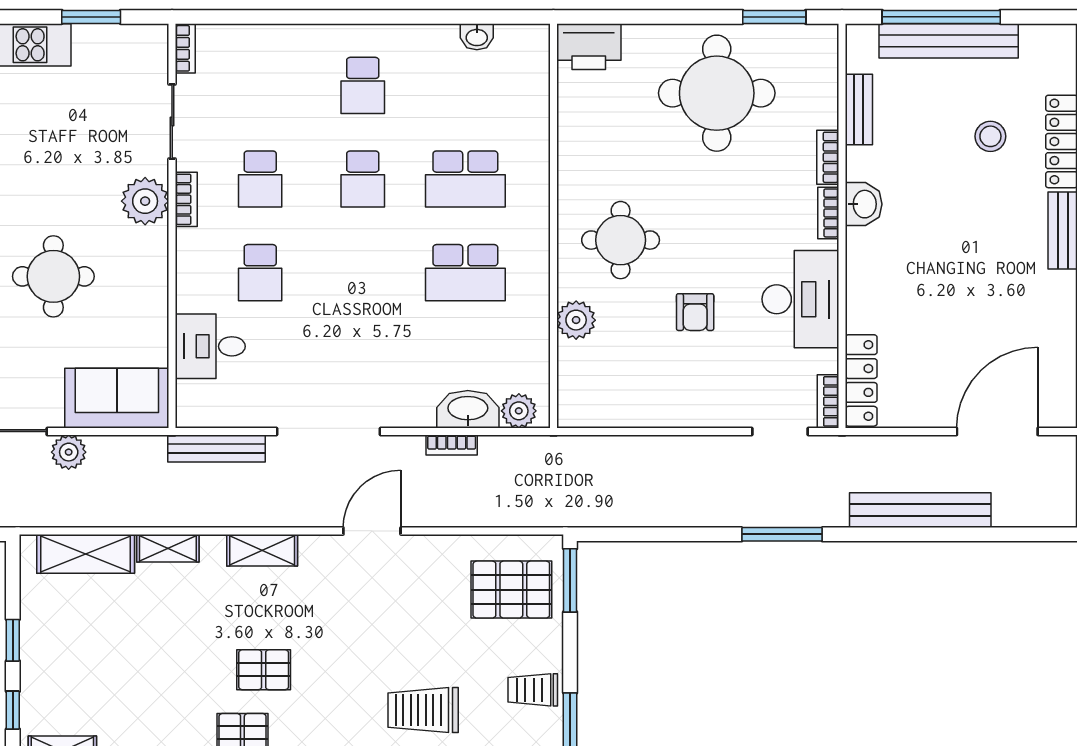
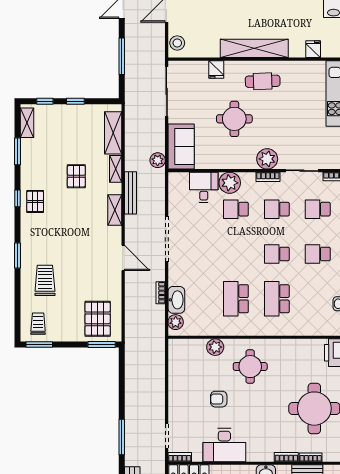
school desk: (260, 85) -> (318, 209), added
bookcase: (828, 213) -> (311, 457), moved
plant: (200, 287) -> (230, 183), added
bench: (217, 448) -> (131, 193), moved
plant: (69, 452) -> (158, 160), moved
pallet: (264, 670) -> (76, 176), moved
trolley: (533, 690) -> (38, 324), moved

